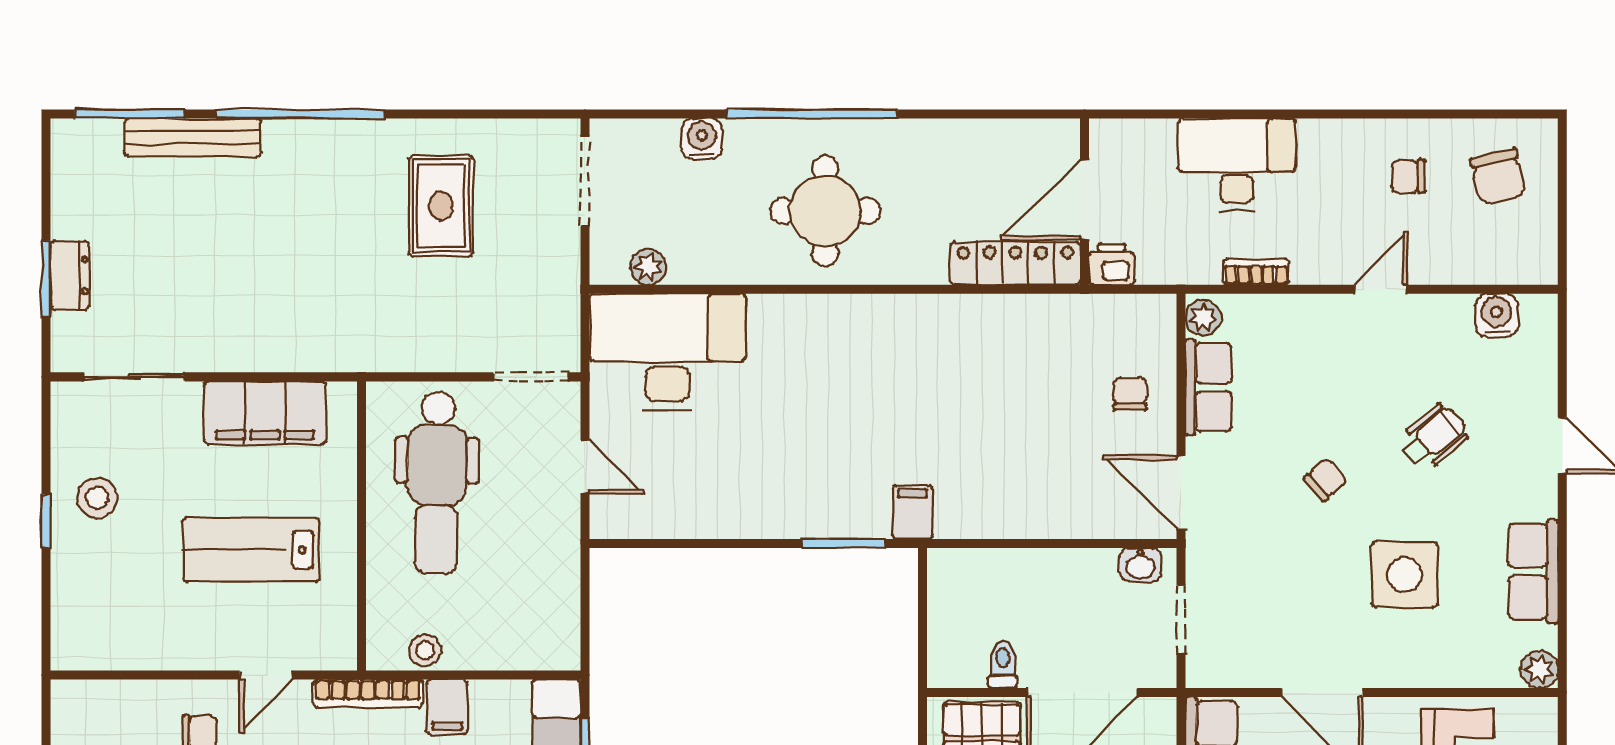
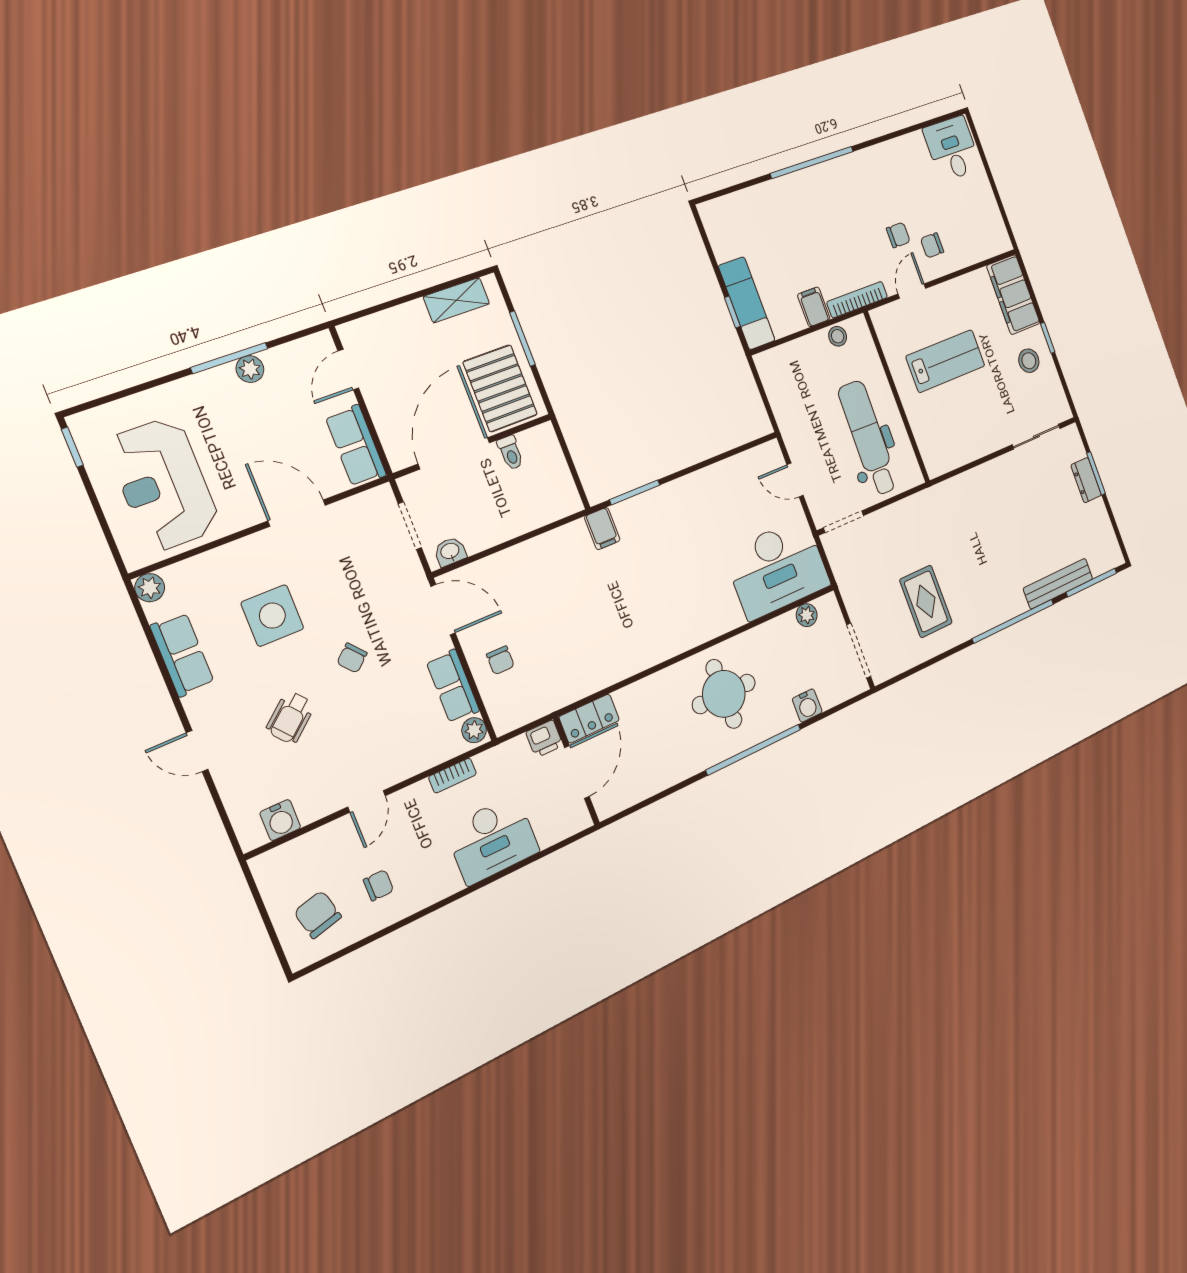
locker: (1015, 263) -> (589, 719), width x0.66
filing cabinet: (265, 413) -> (1013, 295), moved, turned -90

